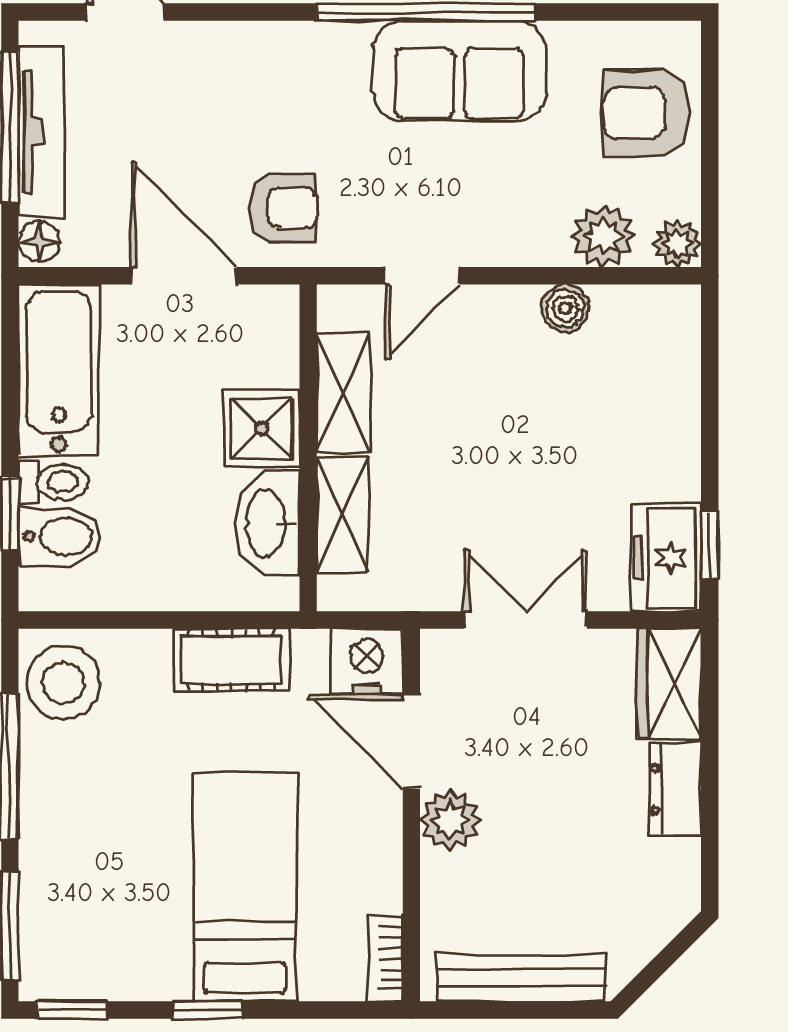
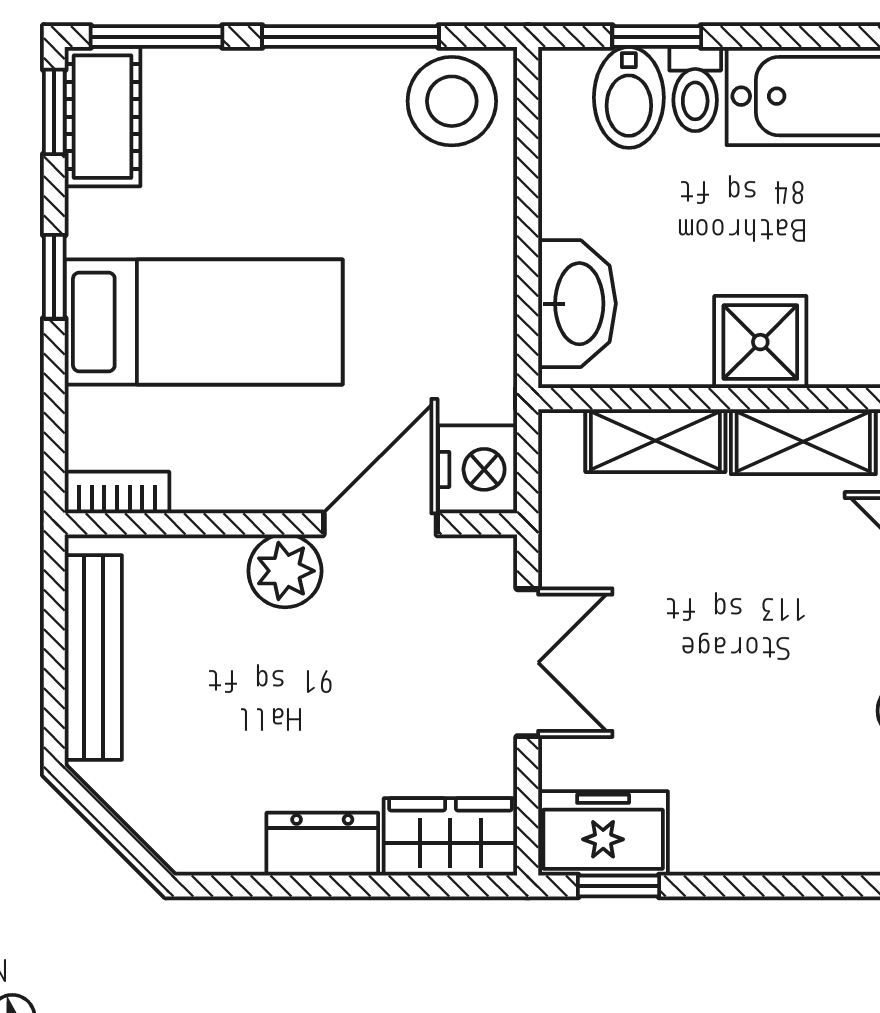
washbasin: (268, 523) -> (577, 304), moved, turned 90
cot: (232, 660) -> (103, 117), moved

